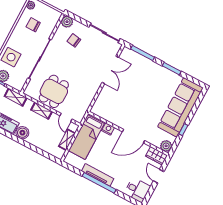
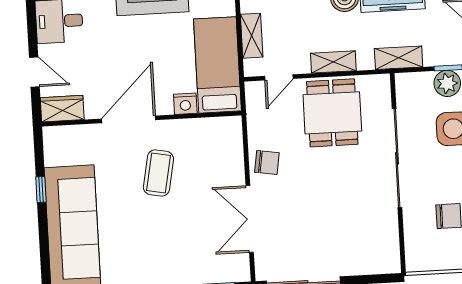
plant: (67, 22) -> (388, 261), removed
chair: (74, 40) -> (267, 162), moved
coffee table: (135, 109) -> (158, 173), added
door: (66, 117) -> (279, 77), swing flipped
plant: (166, 146) -> (55, 138), removed

